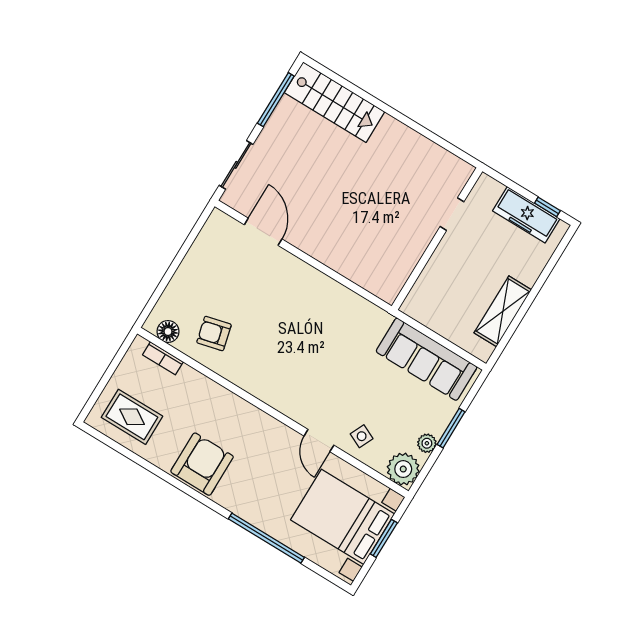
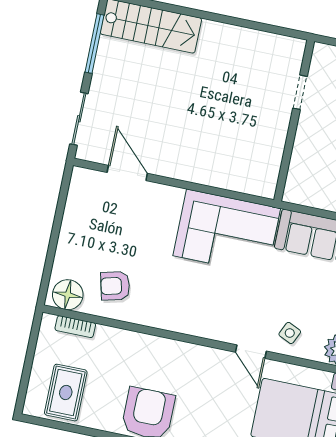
corner sofa: (336, 320) -> (227, 232), added
floor lamp: (168, 332) -> (68, 295), width x1.38, depth x1.38
rug: (132, 417) -> (66, 393), turned 90

